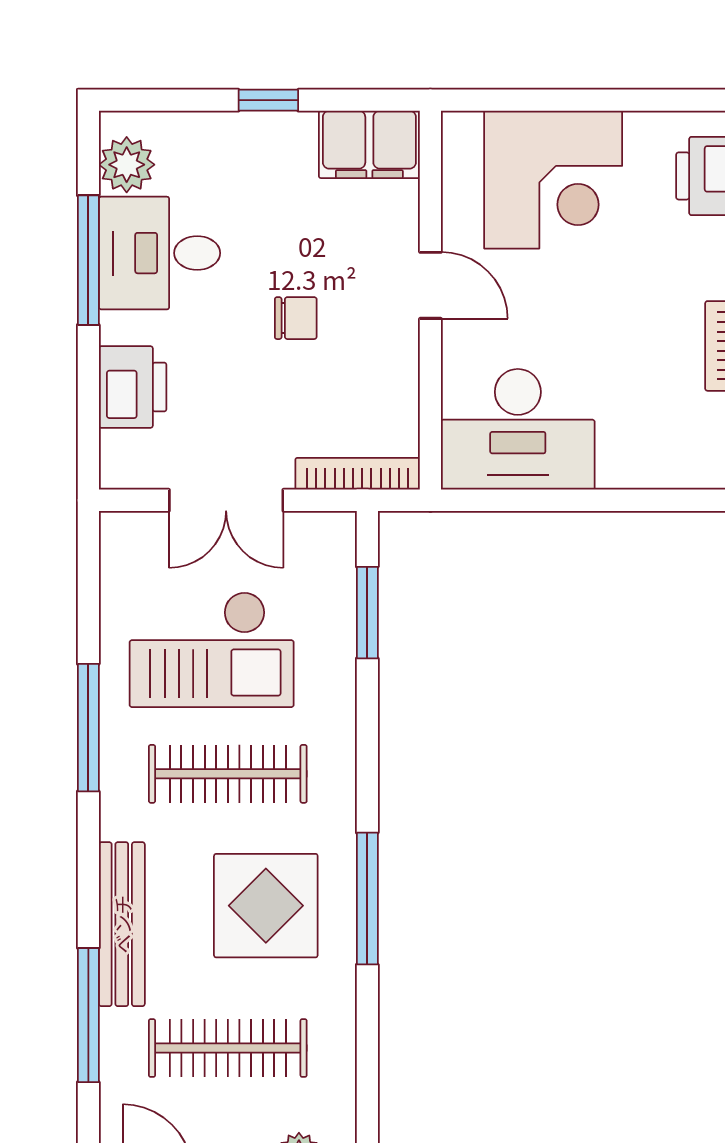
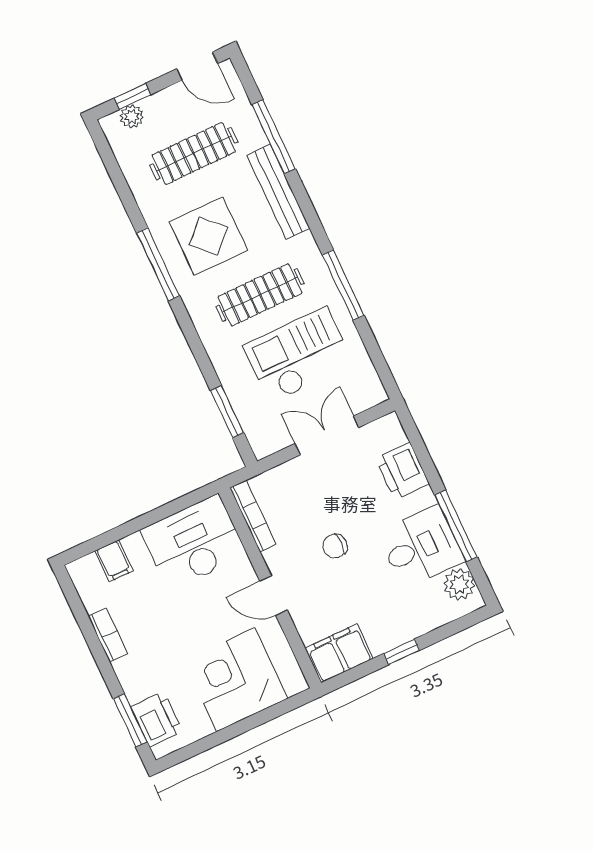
filing cabinet: (658, 459) -> (114, 561), added
bookcase: (358, 474) -> (253, 516), moved, turned -90

